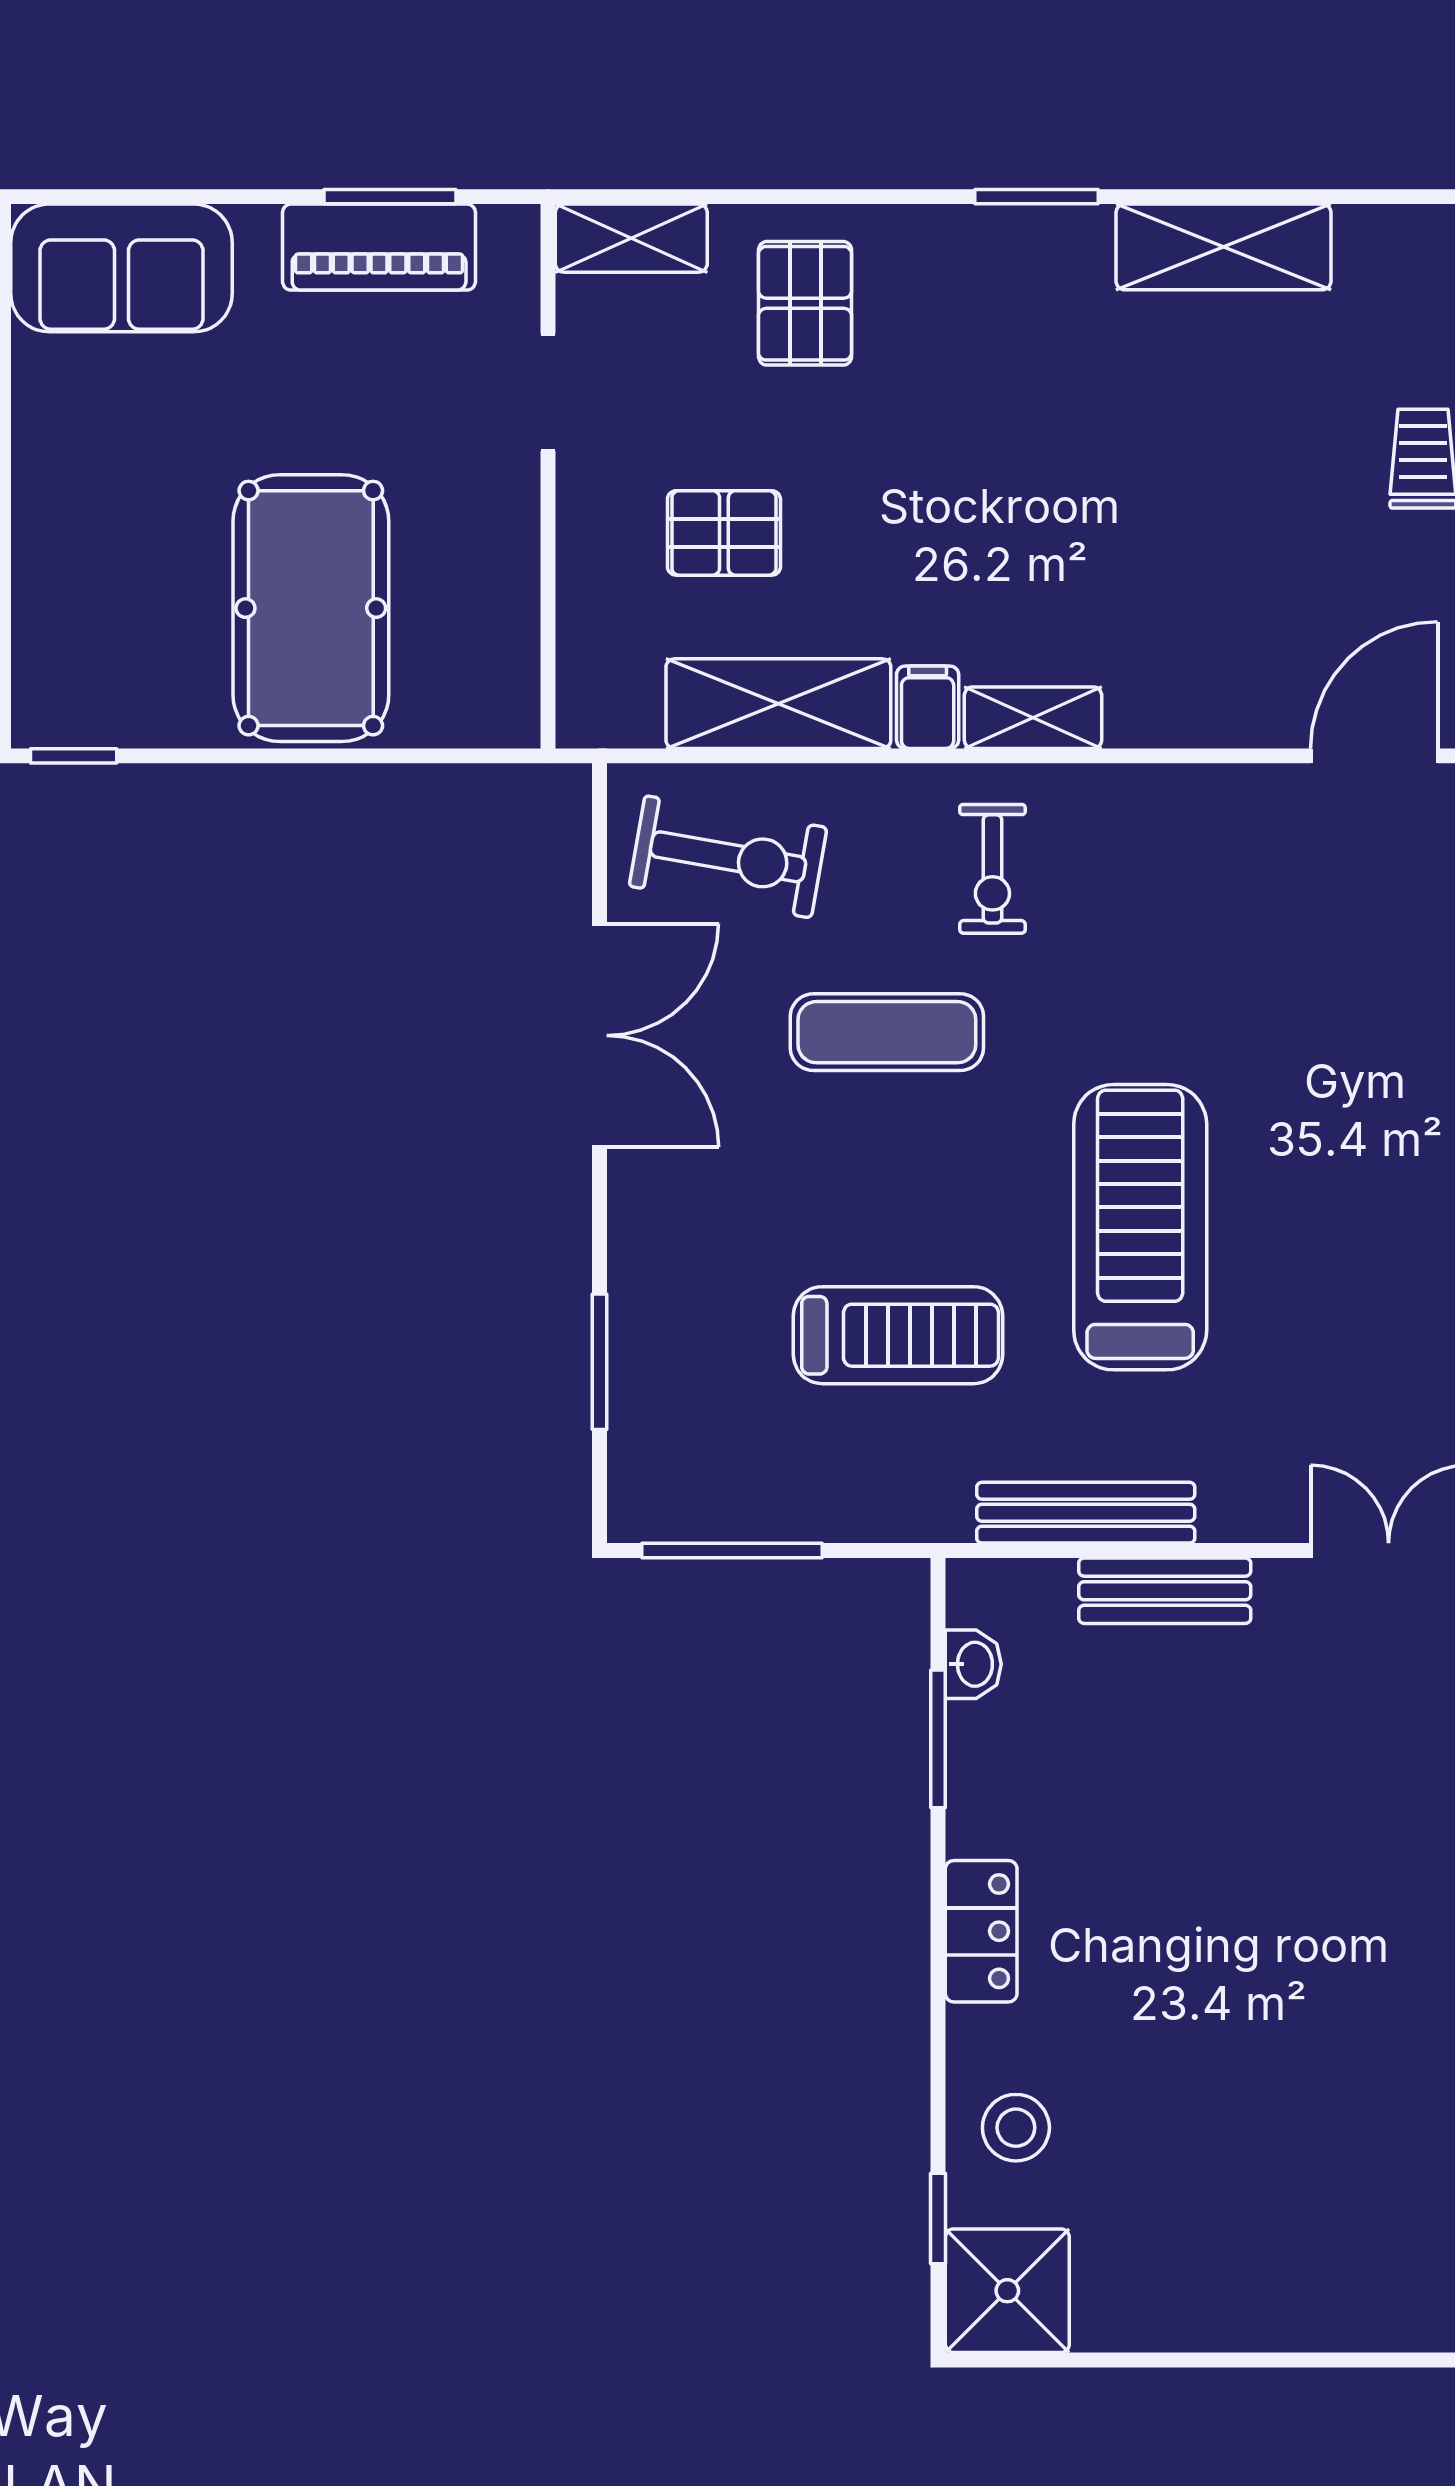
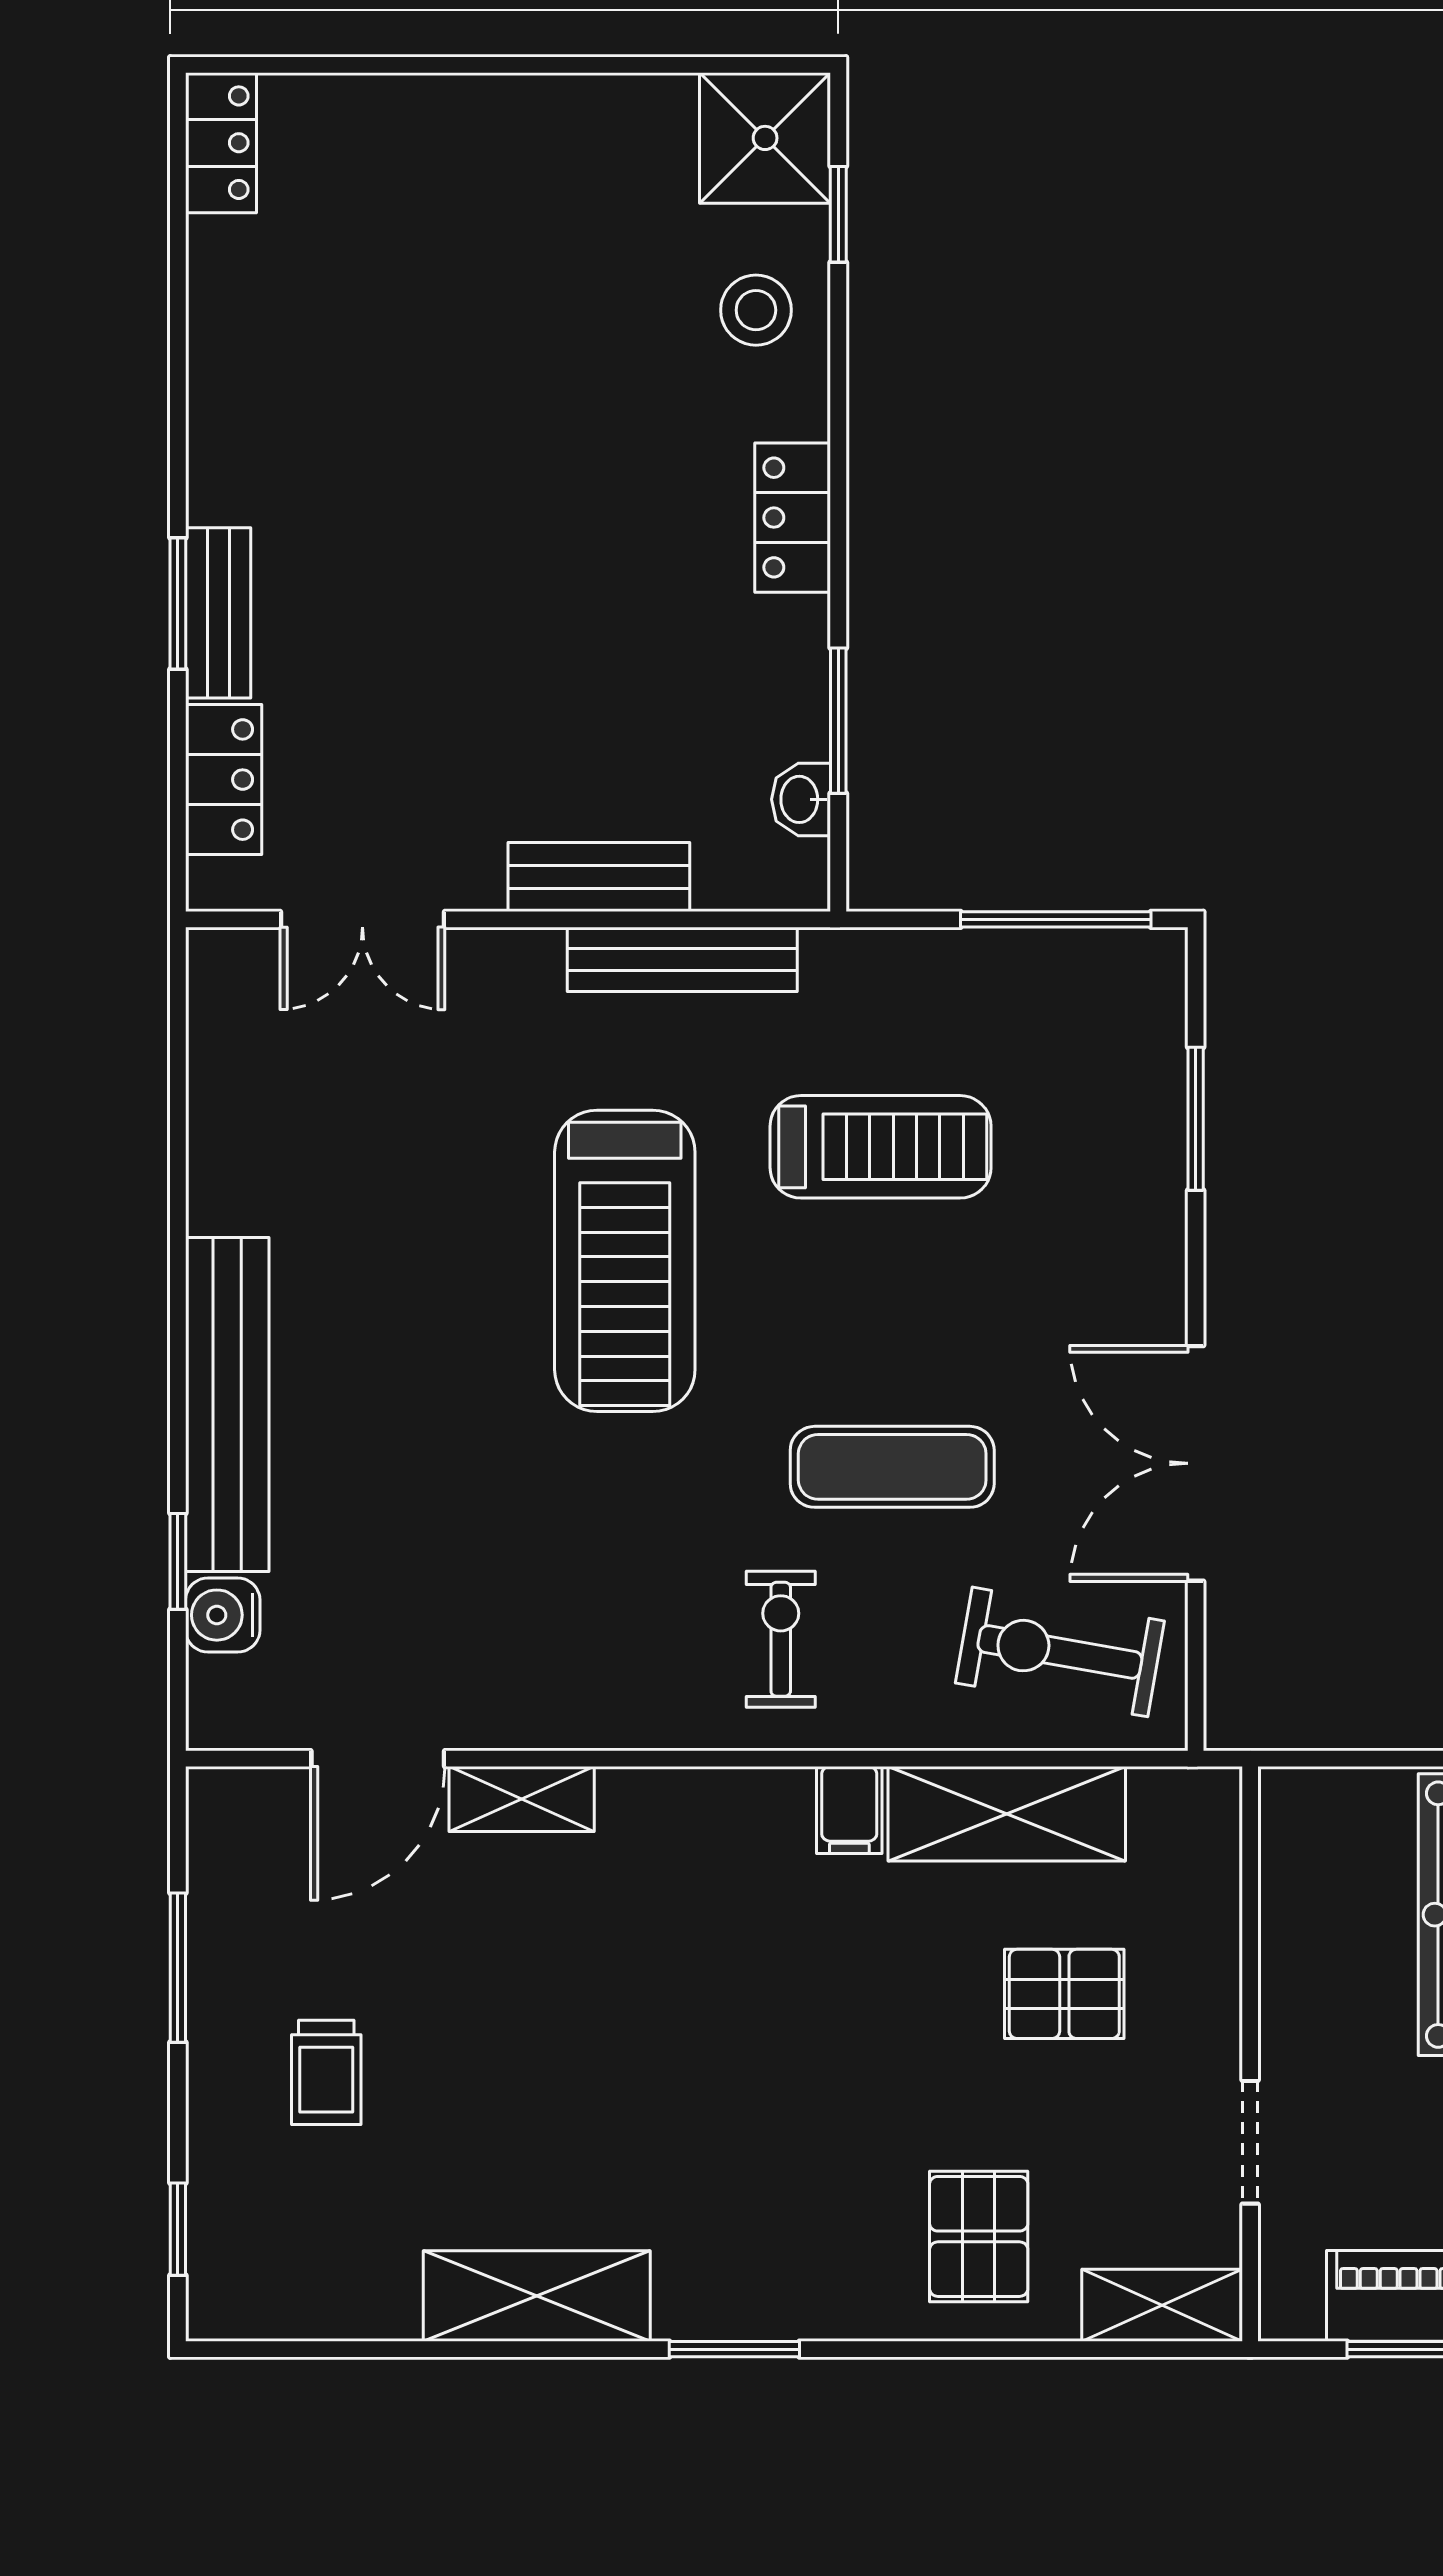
shelving: (1033, 718) -> (522, 1799), moved
treadmill: (898, 1335) -> (881, 1147), turned 180

